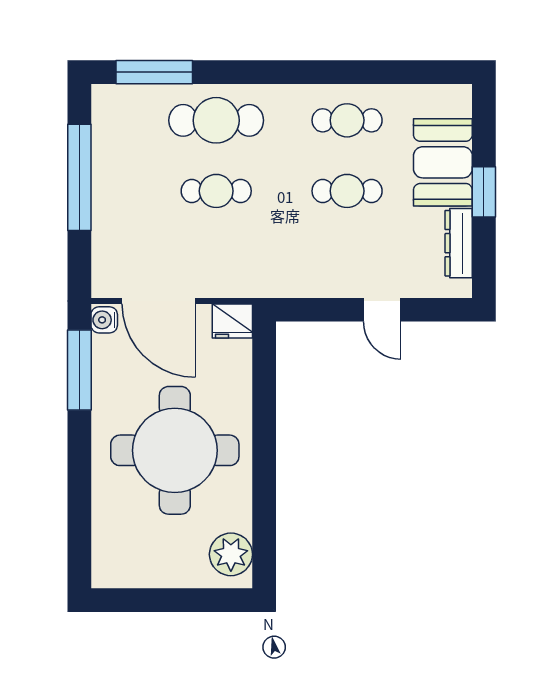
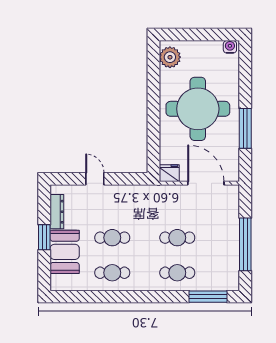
cafe table: (216, 120) -> (177, 273), width x0.73, depth x0.74
water cooler: (104, 320) -> (230, 47), moved, turned -90
window: (79, 370) -> (245, 128), moved

